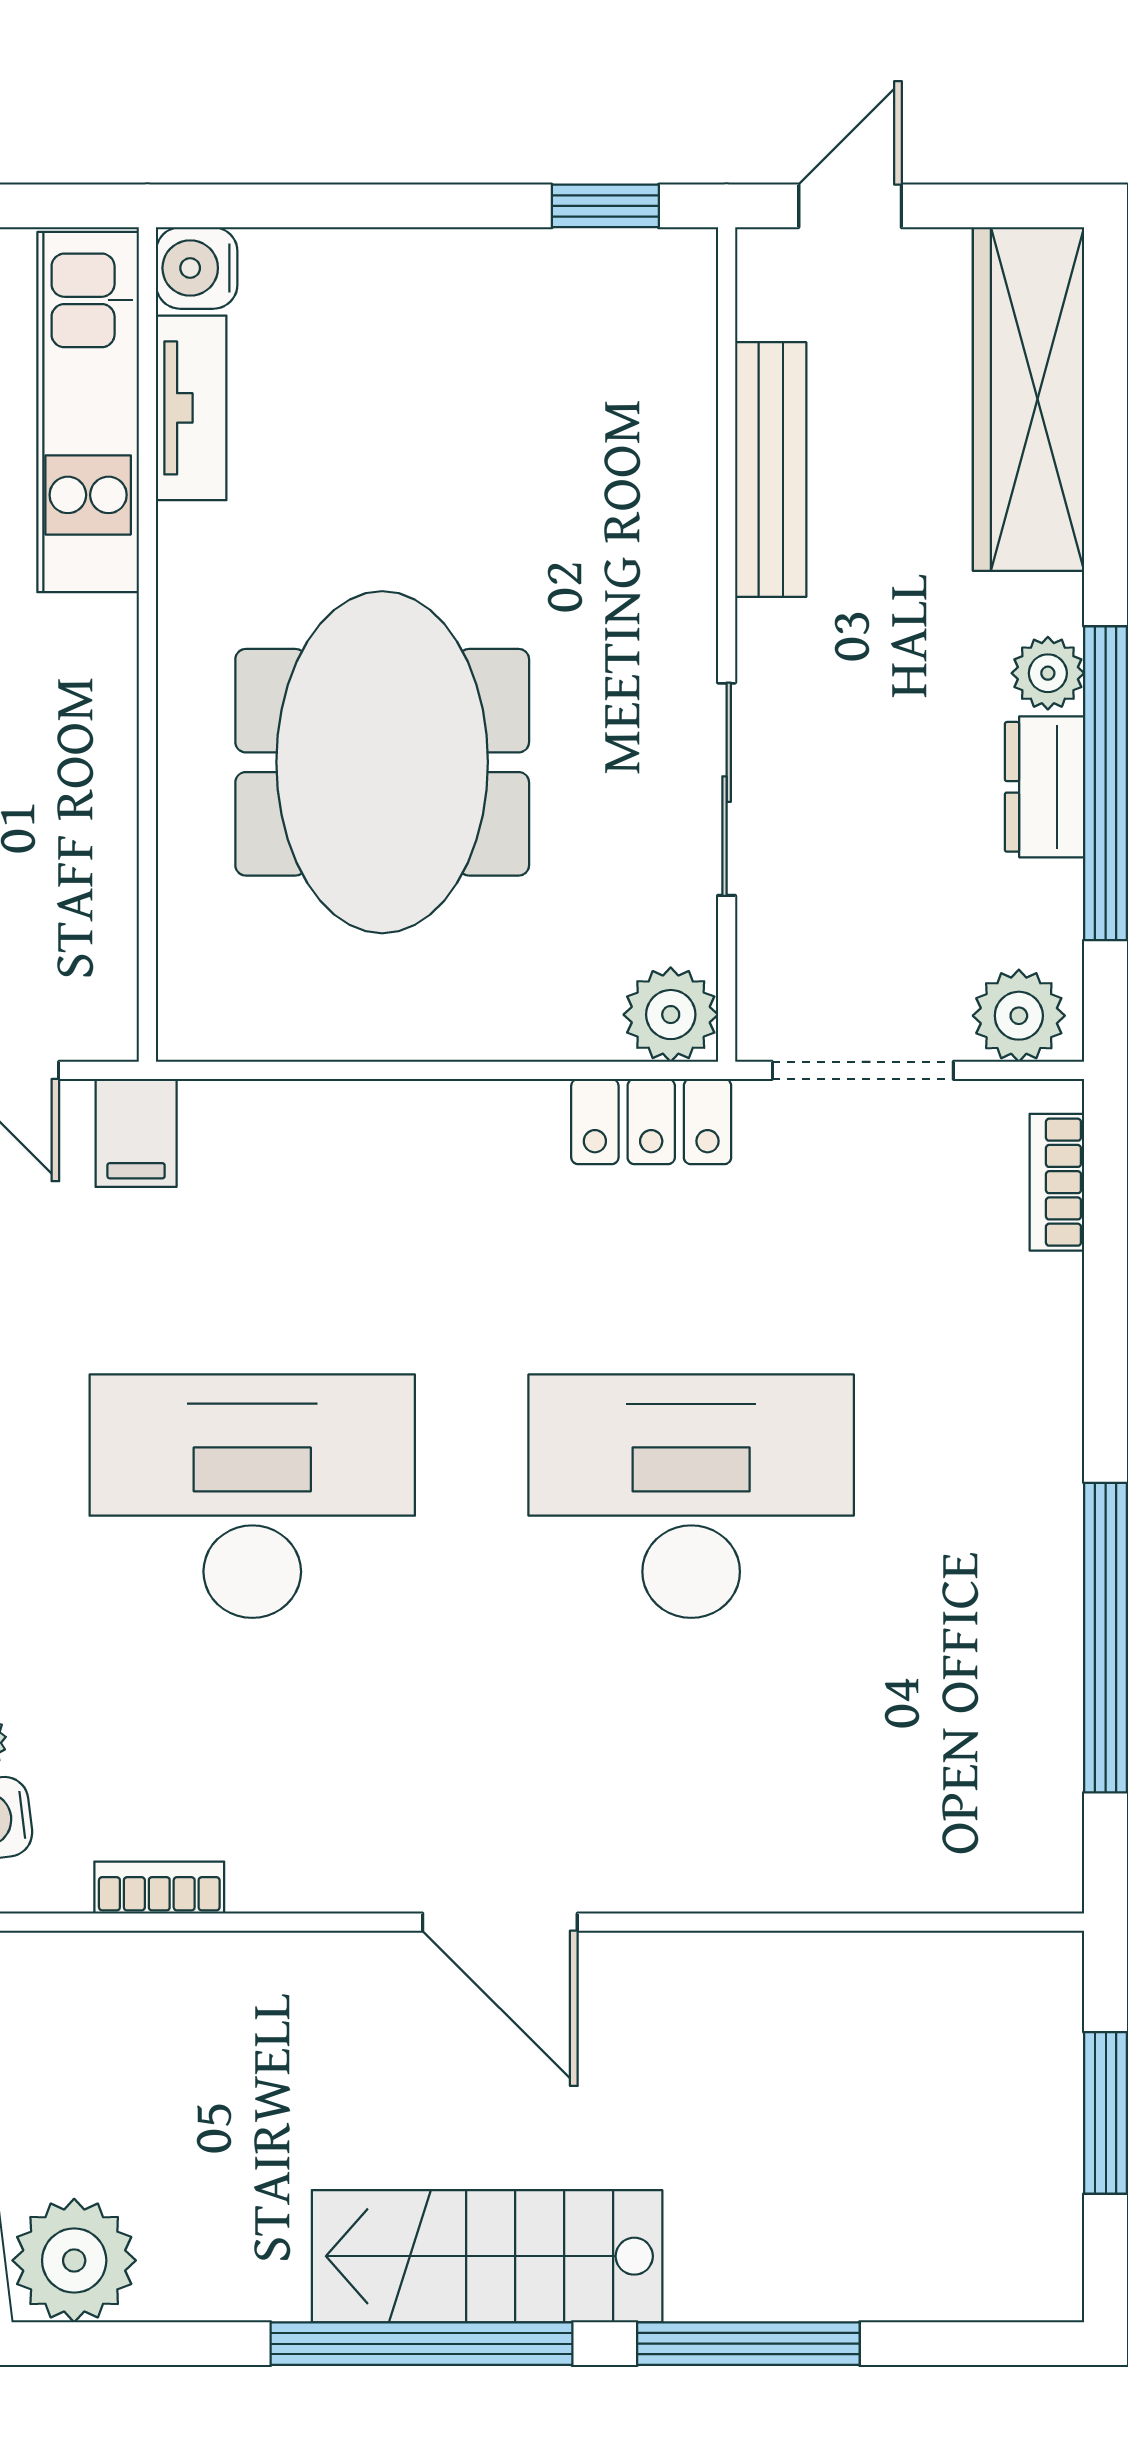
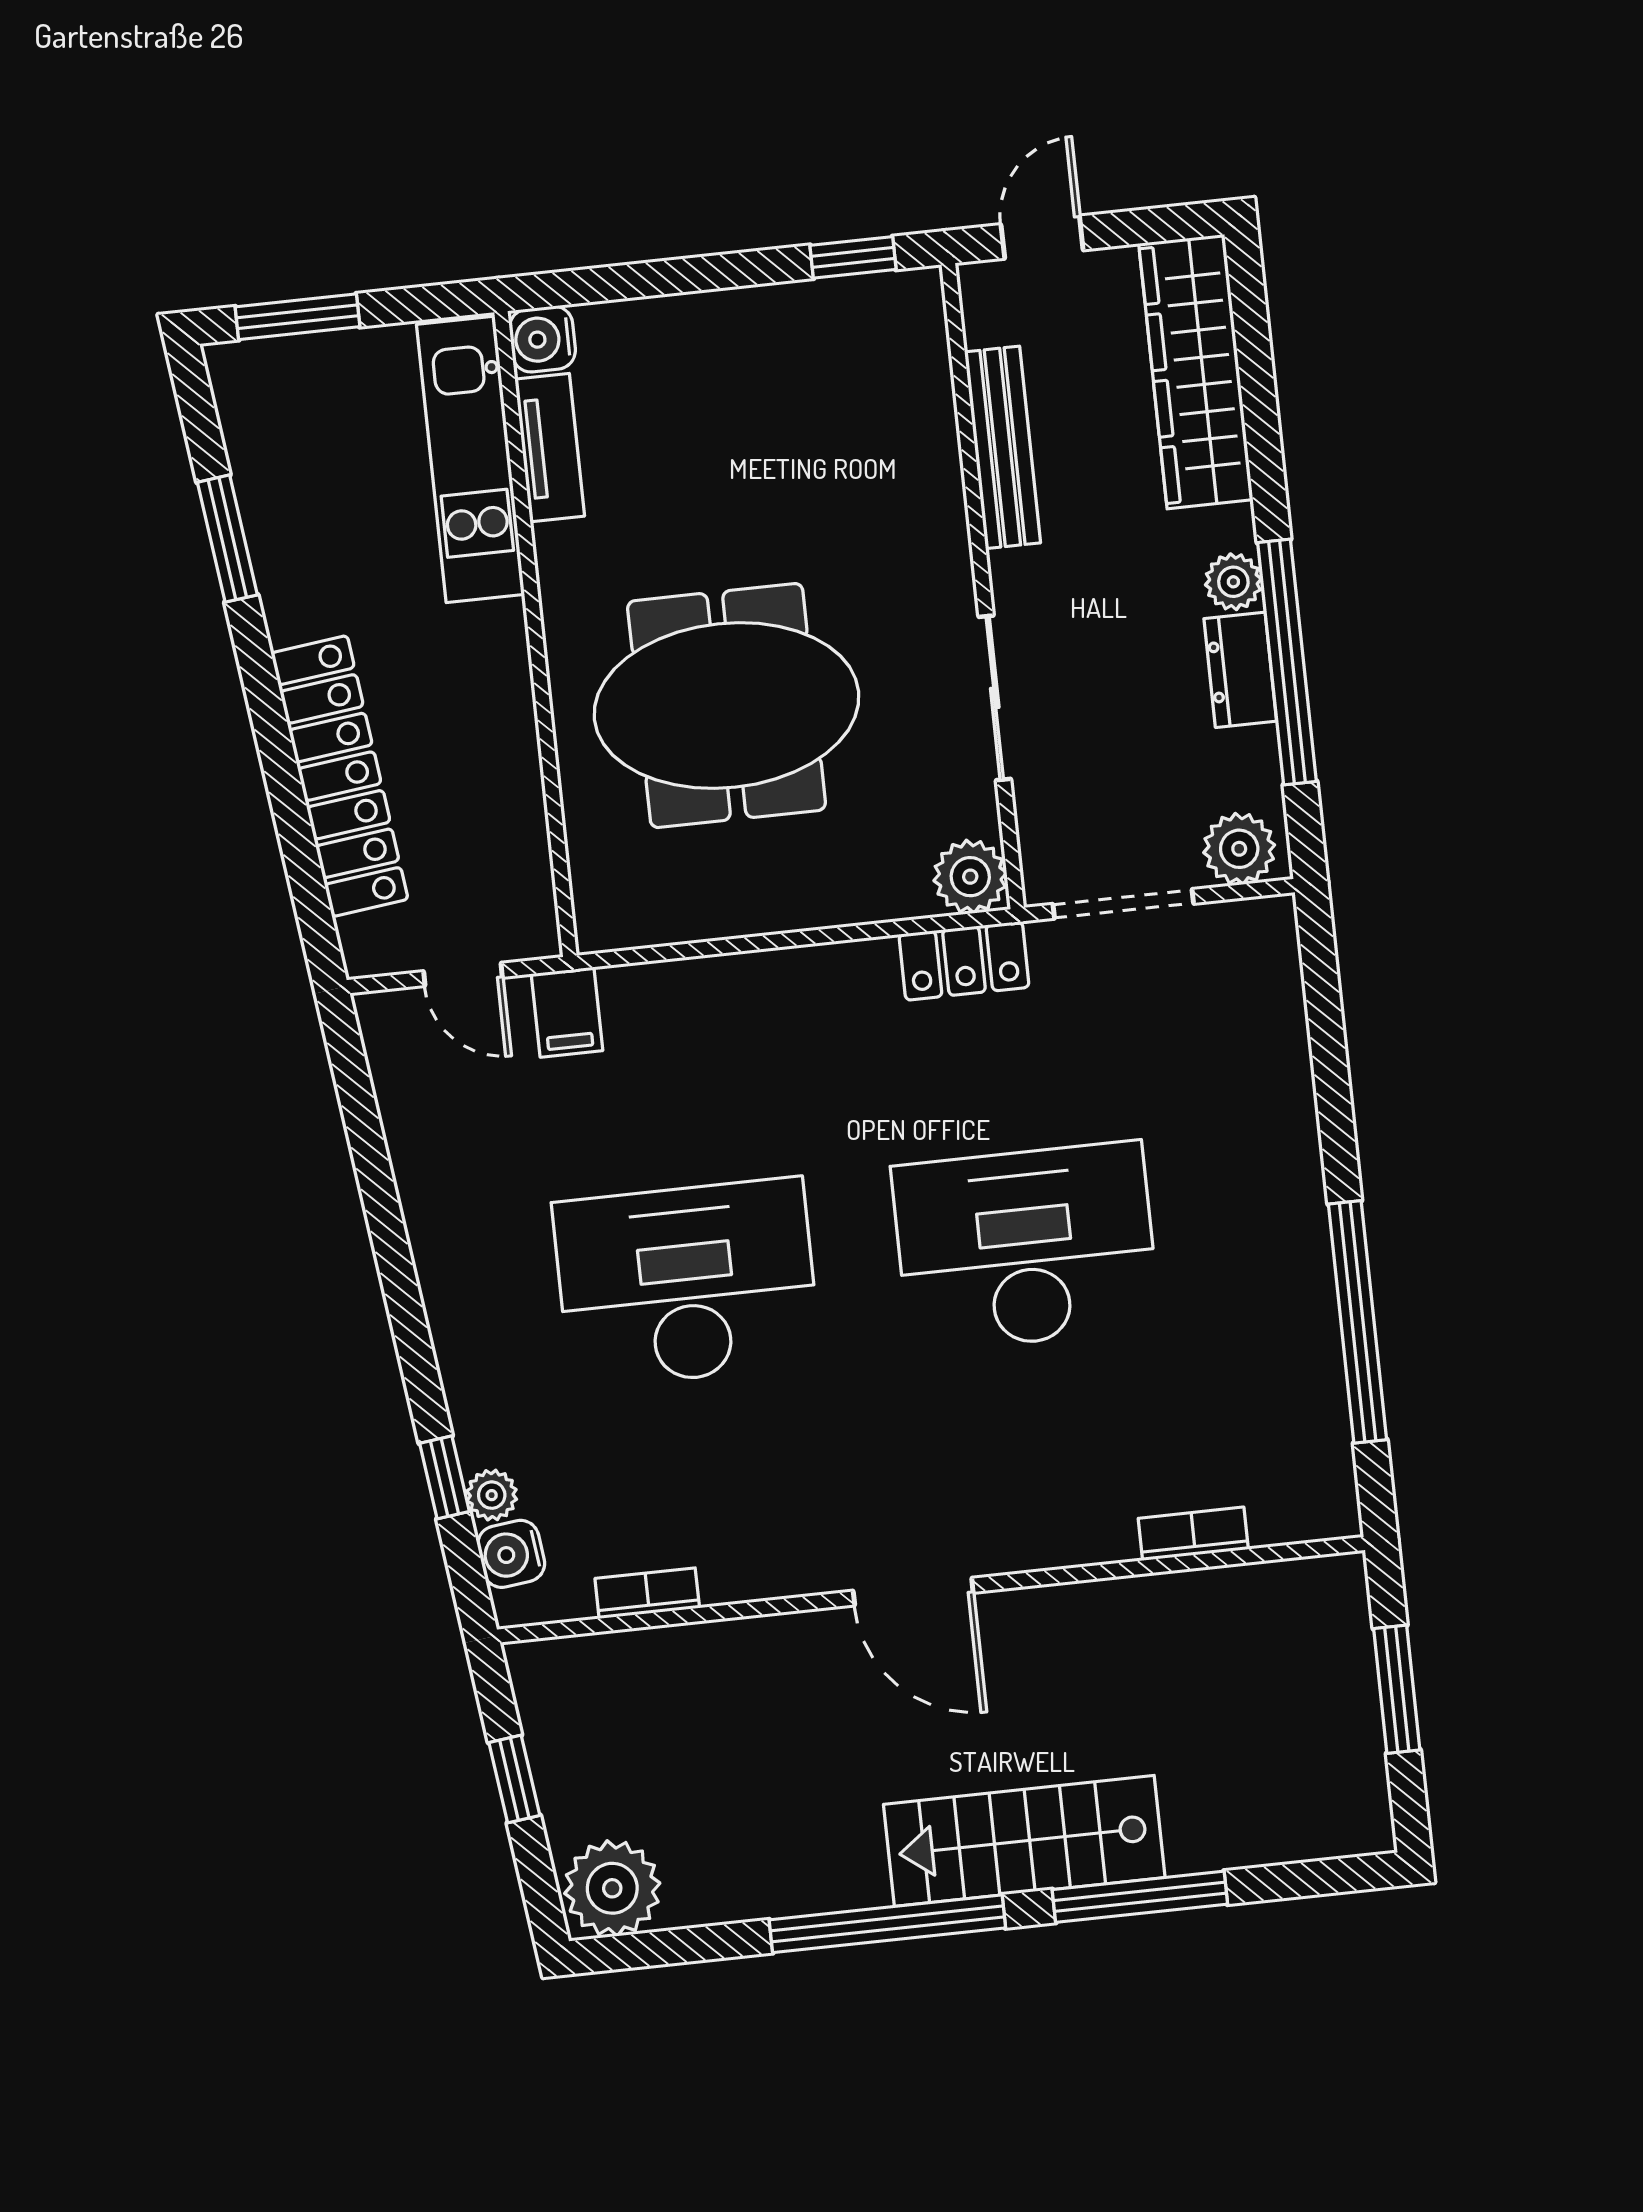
meeting table: (382, 762) -> (727, 706), turned 90
bookcase: (1057, 1182) -> (1193, 1534), moved, turned 90
stairs: (487, 2256) -> (1024, 1841), moved

